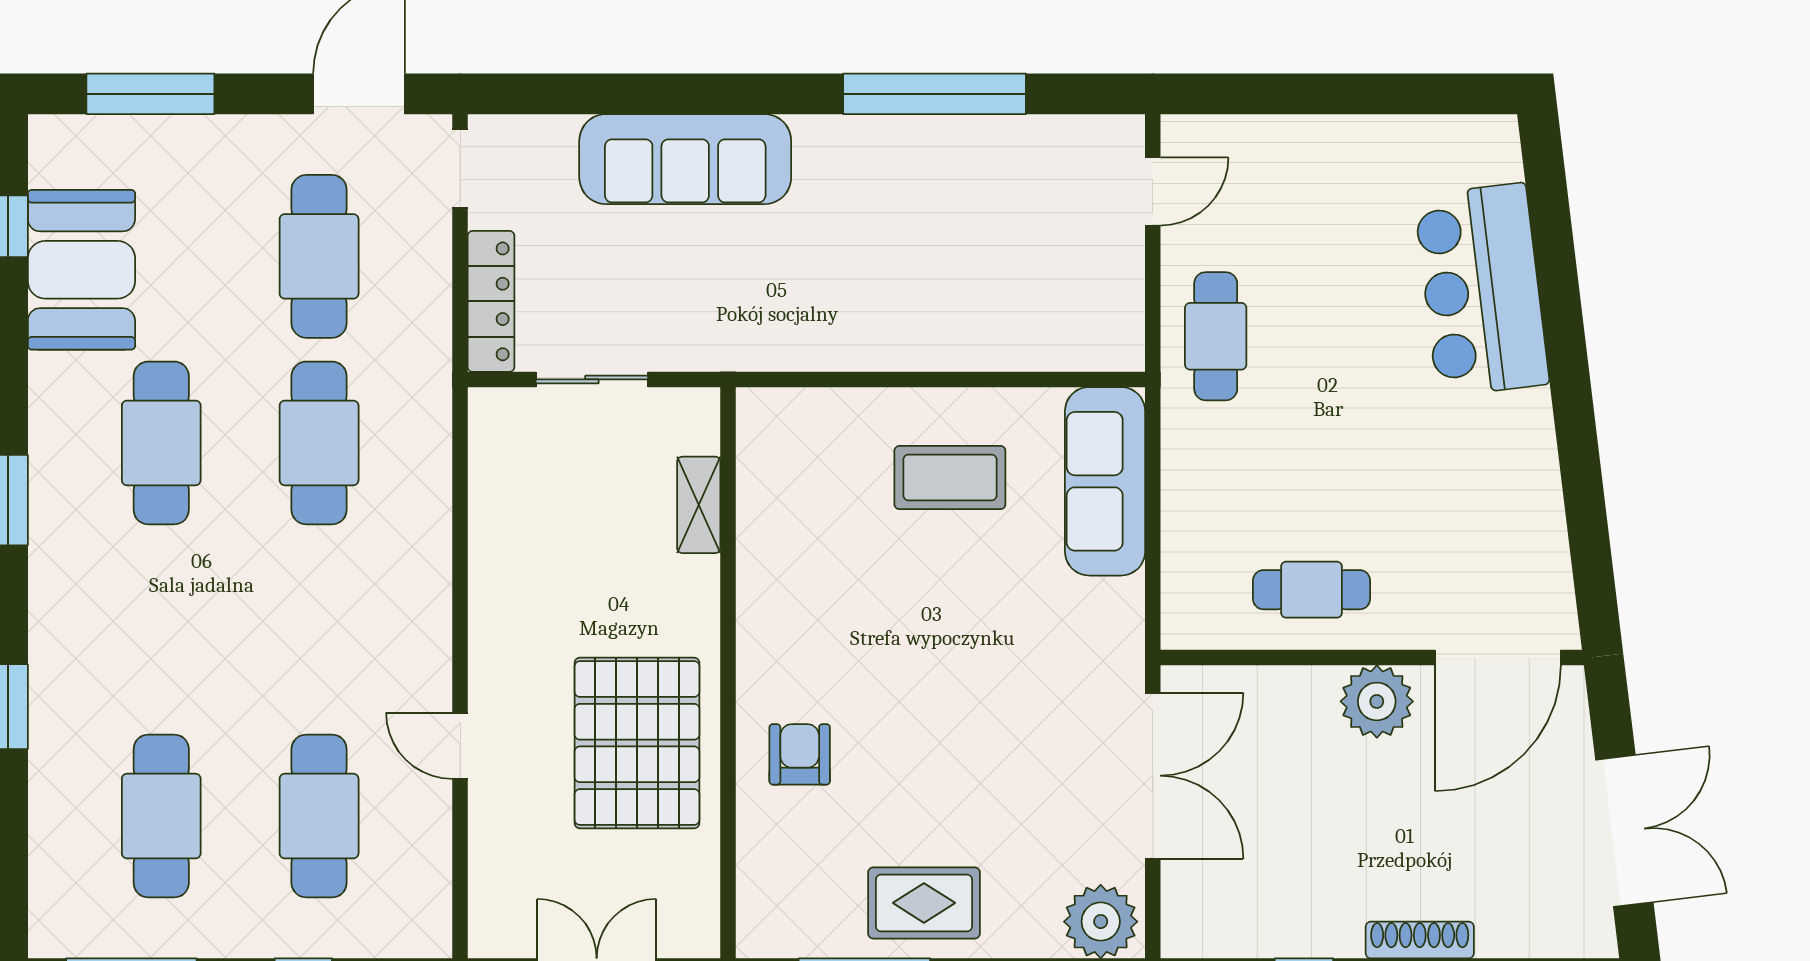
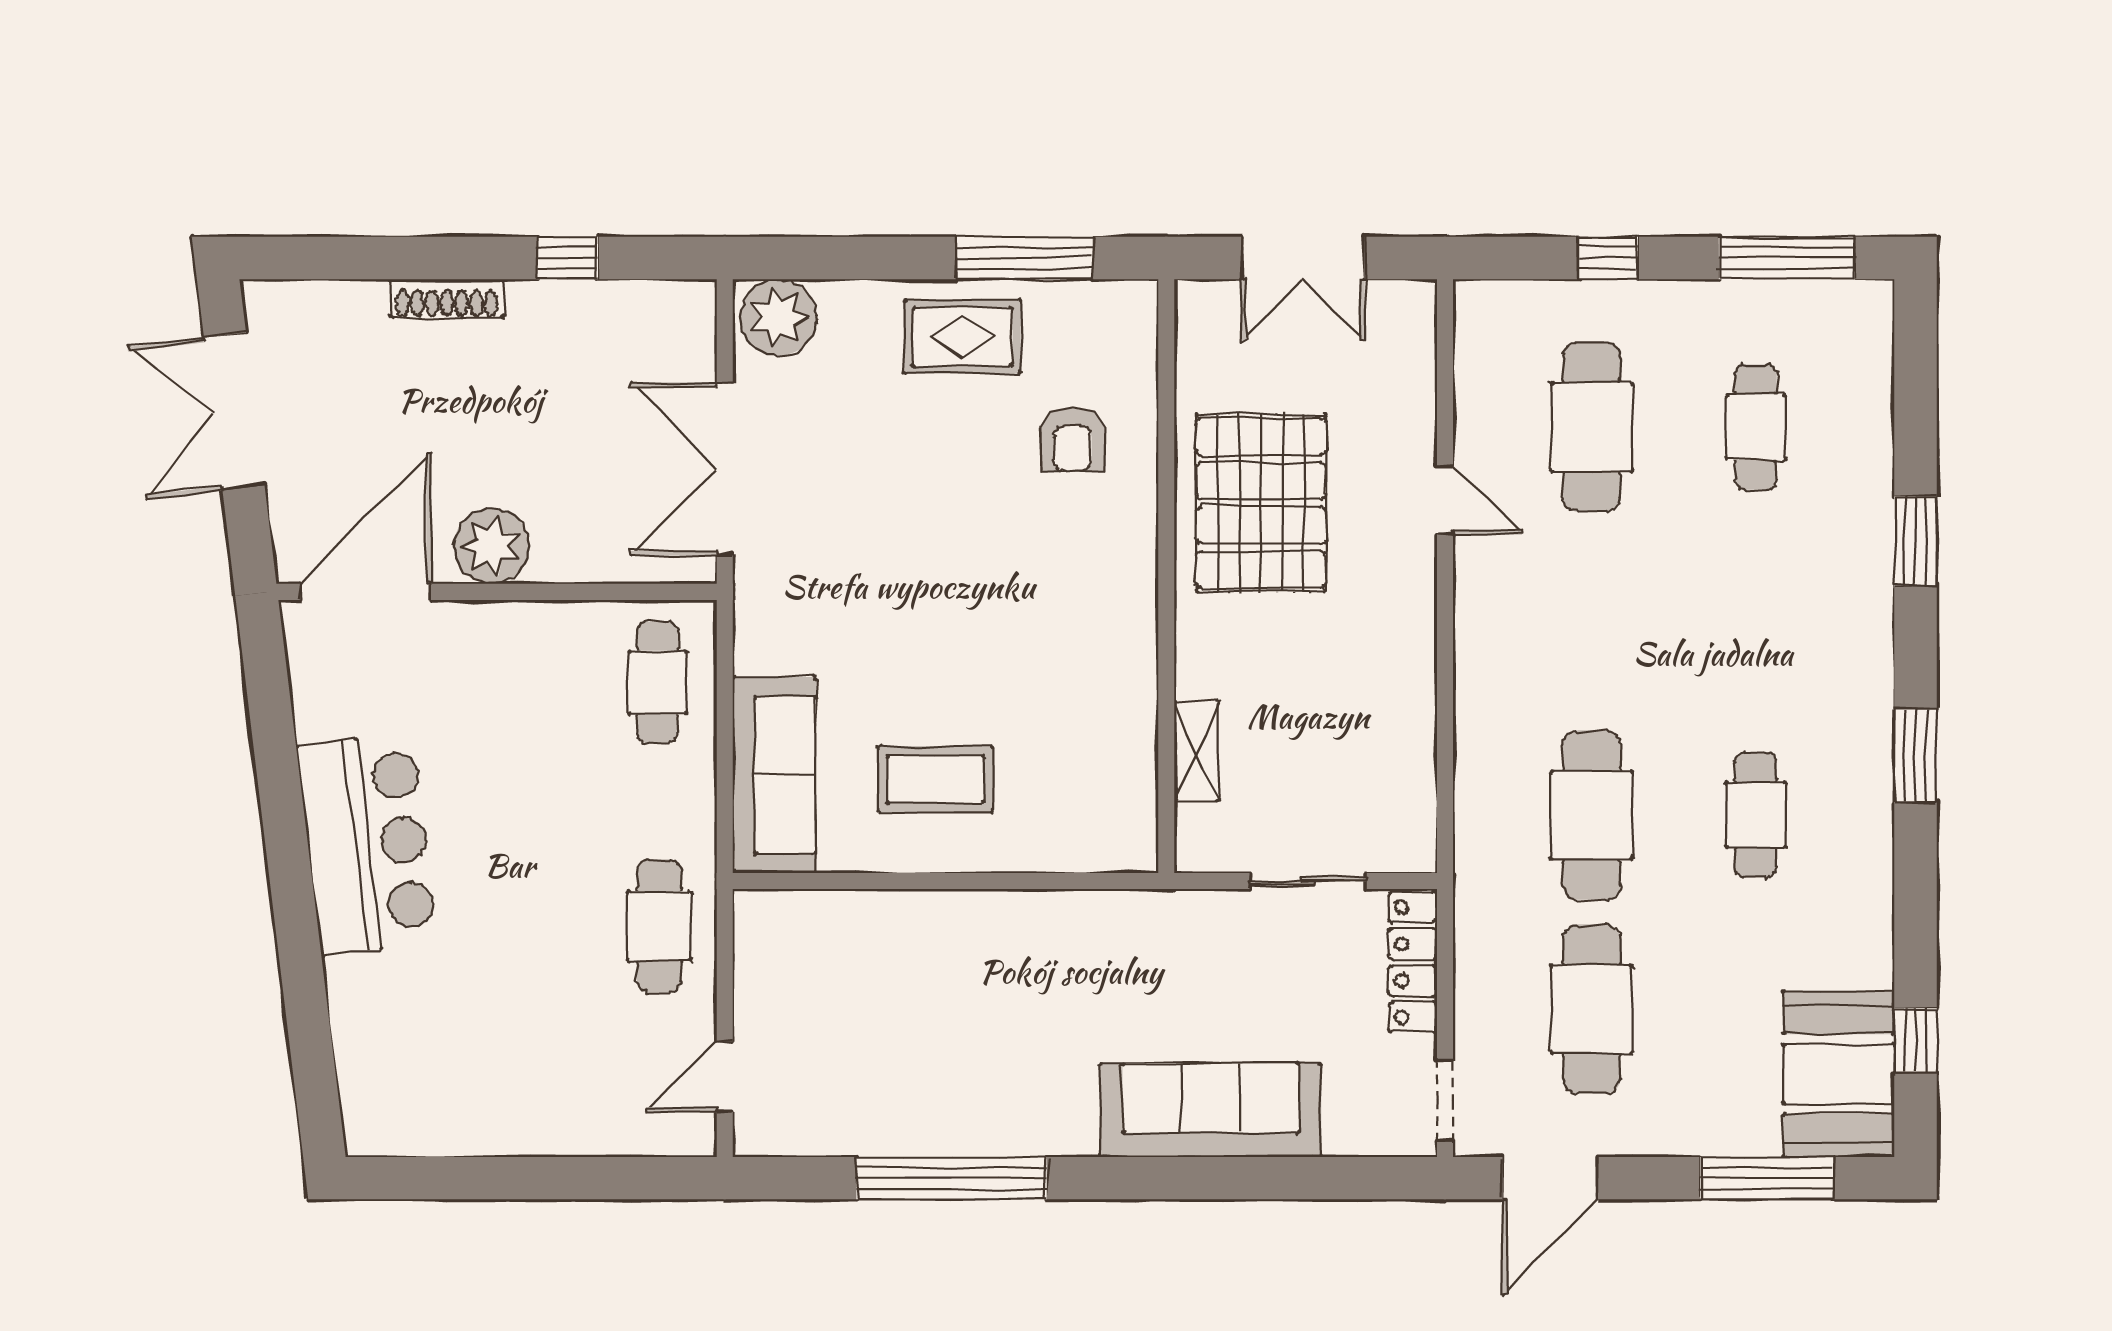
booth: (81, 270) -> (1839, 1074), moved
bar counter: (1481, 290) -> (367, 844), moved
cafe table: (161, 443) -> (1756, 815), width x0.73, depth x0.74
cafe table: (1312, 590) -> (658, 683), moved, turned 90
armchair: (800, 754) -> (1072, 440), moved
cafe table: (161, 816) -> (1756, 427), width x0.73, depth x0.74

